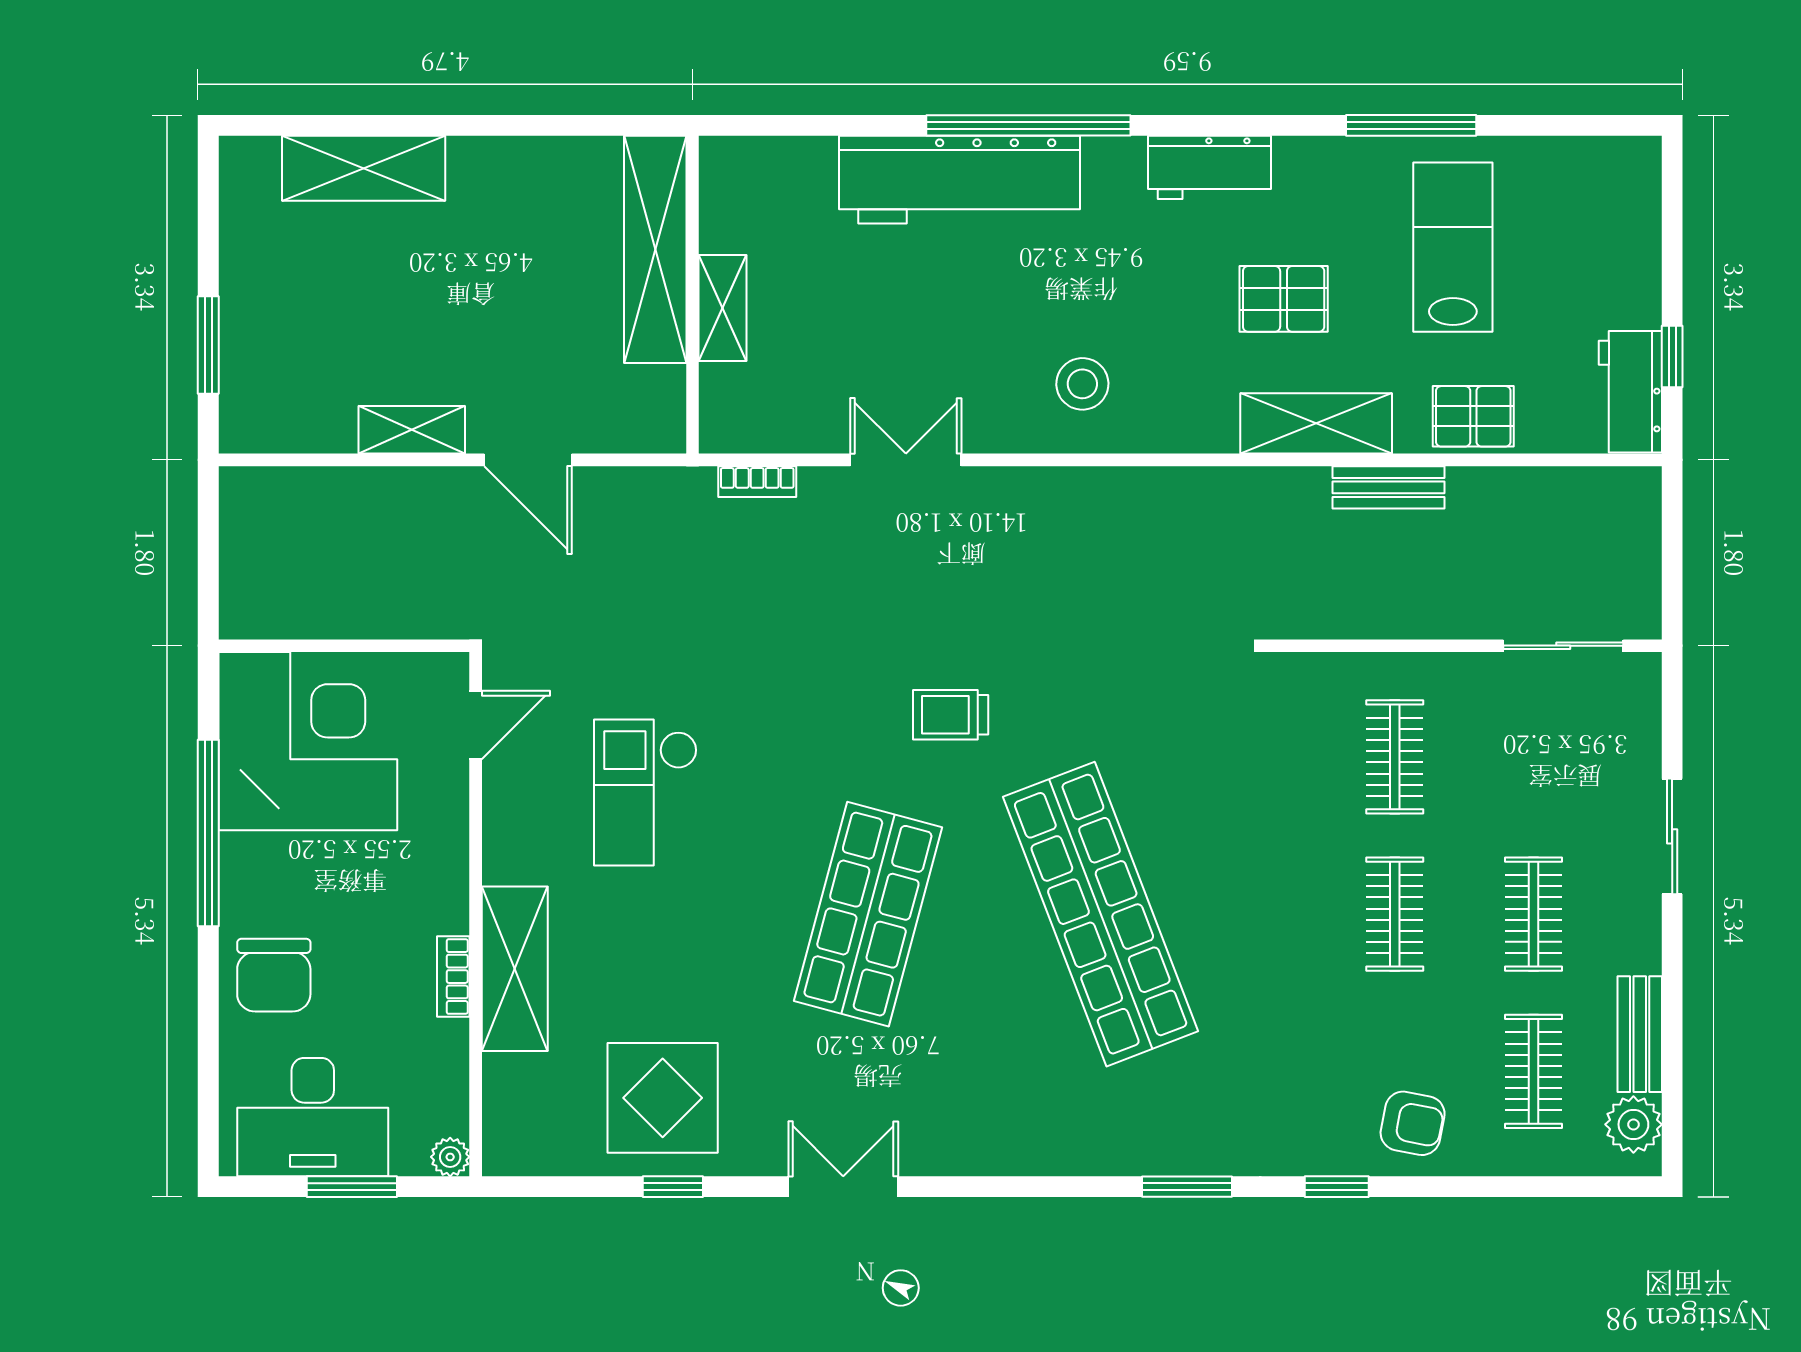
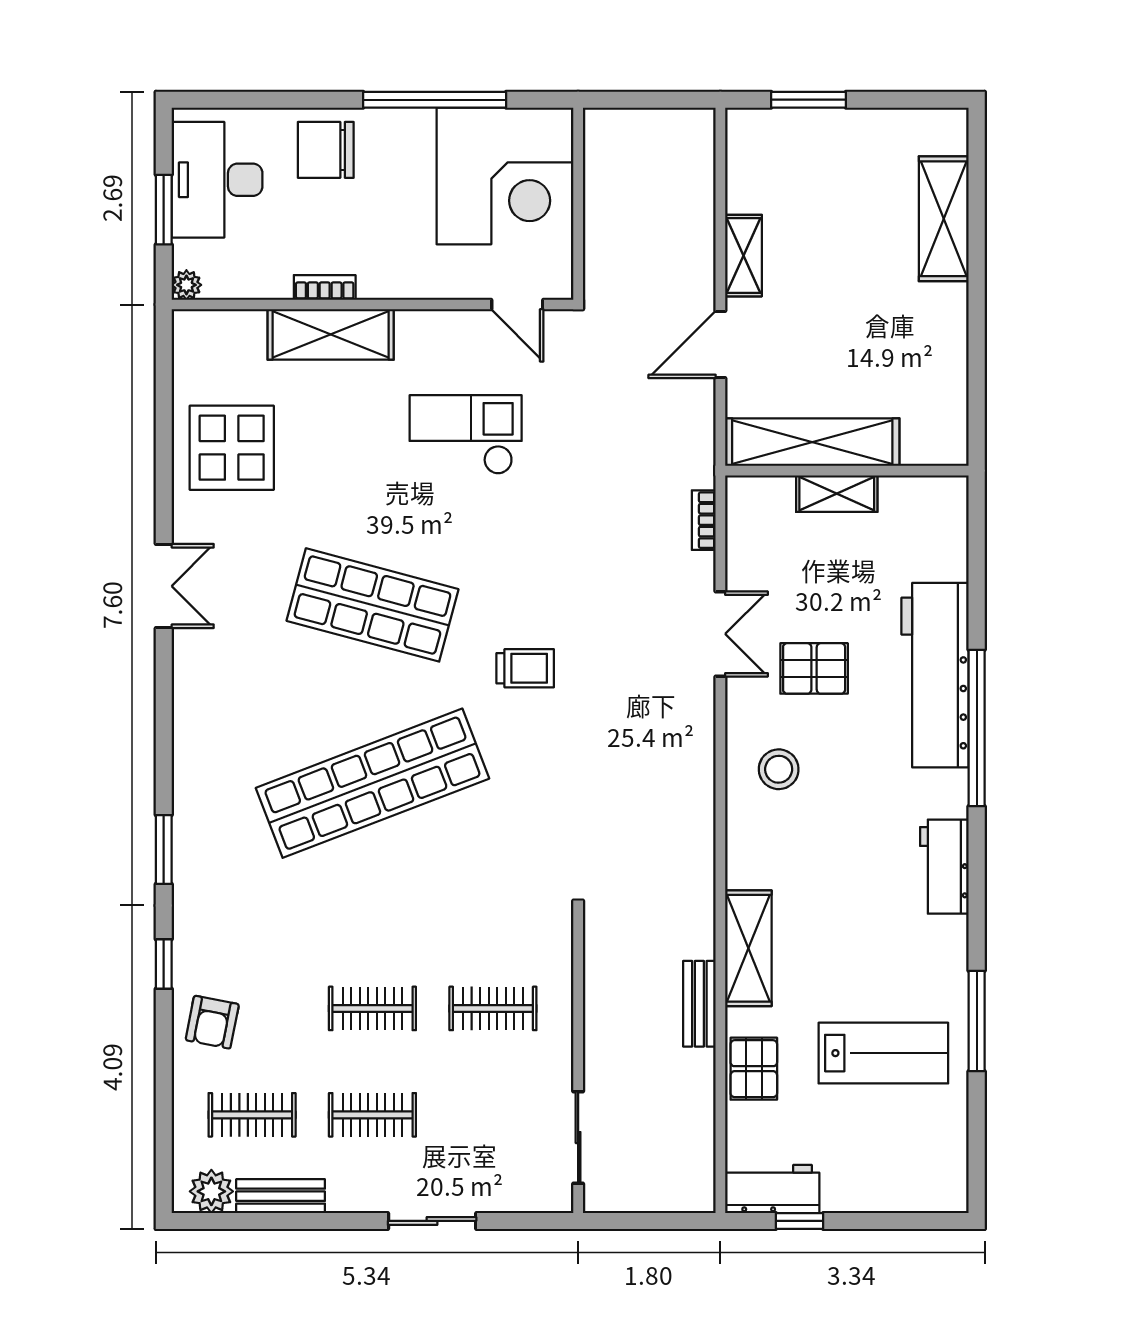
shelving: (655, 249) -> (812, 442), moved
pallet: (1284, 299) -> (814, 668), moved, turned 90
trolley: (951, 715) -> (525, 668), turned 90
window: (673, 1187) -> (164, 456), removed

